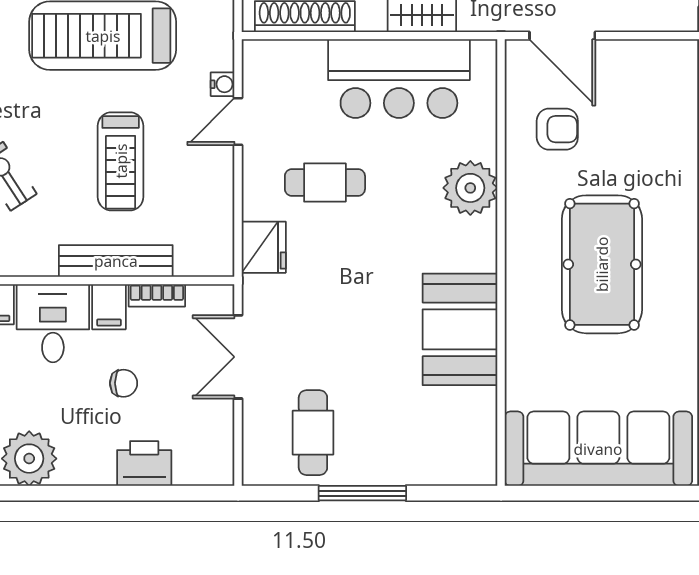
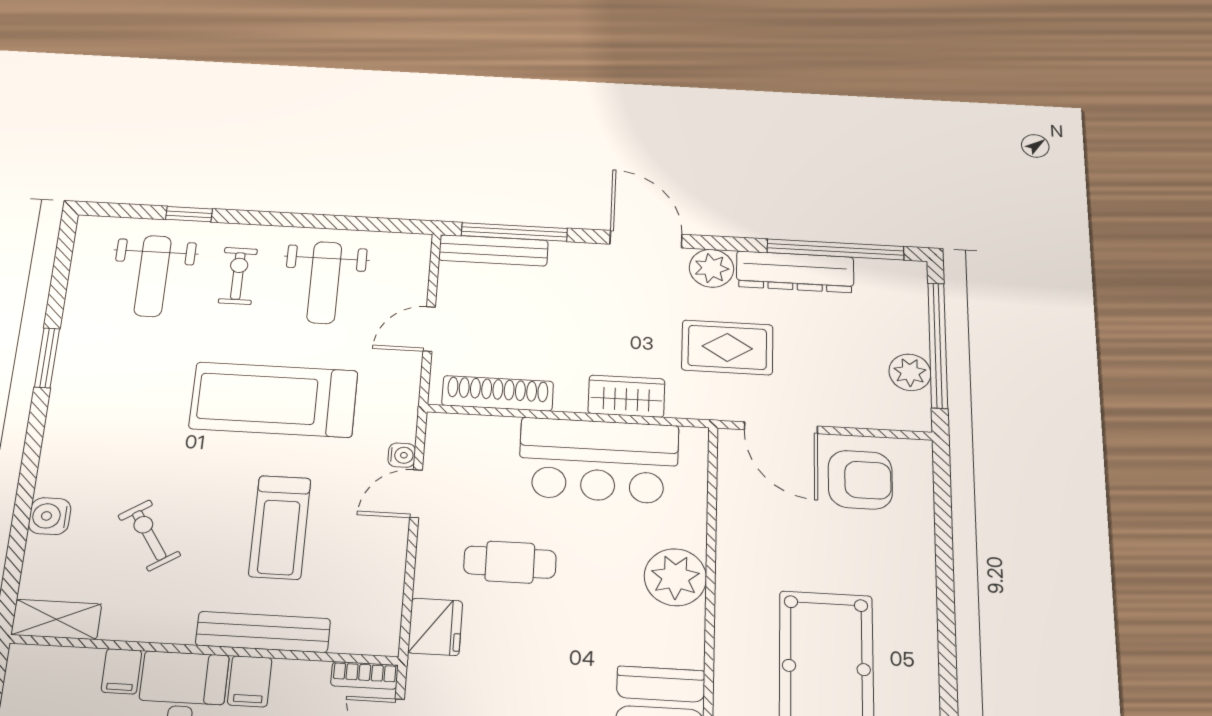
armchair: (557, 129) -> (860, 480), moved, width x1.38, depth x1.38
bookcase: (157, 295) -> (364, 675), moved

